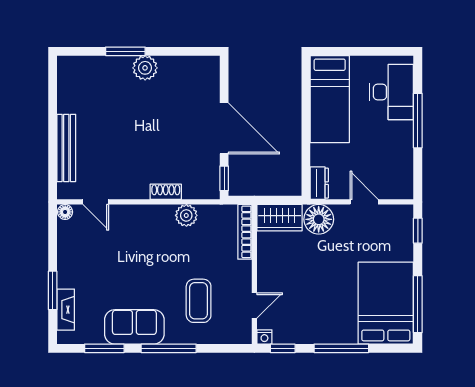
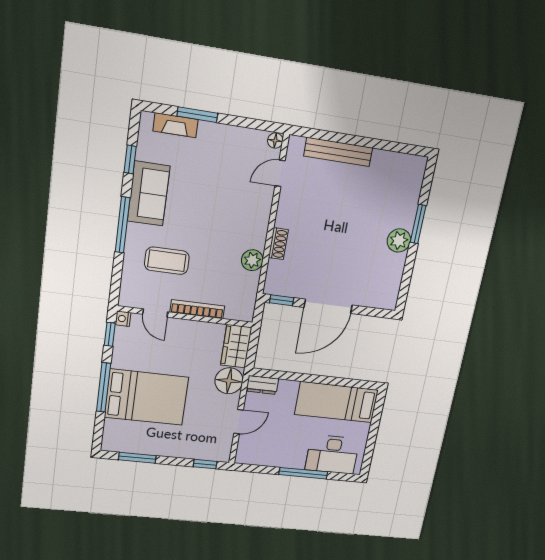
bookcase: (245, 232) -> (197, 309), moved
bed: (386, 303) -> (146, 397), moved
window: (418, 304) -> (137, 458), width x0.69
window: (104, 348) -> (130, 159), width x0.67

